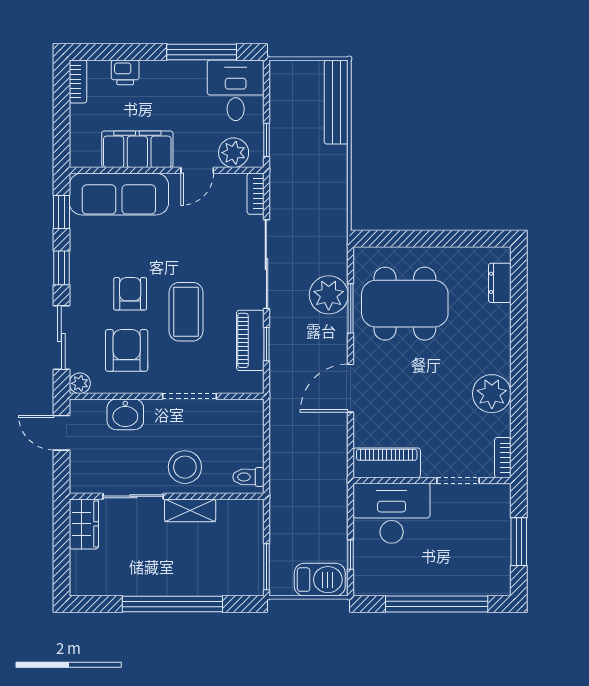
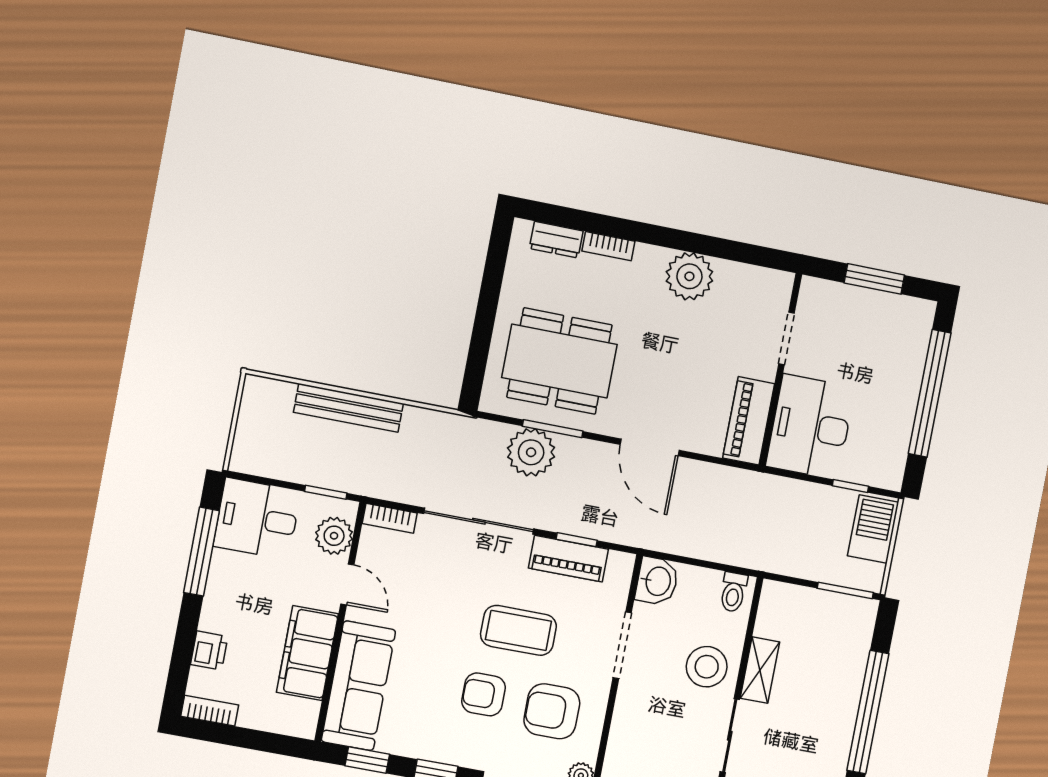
bench: (336, 102) -> (349, 408), moved
dining table: (405, 304) -> (559, 361), turned 90
washbasin: (125, 414) -> (657, 581), moved
bookcase: (503, 458) -> (608, 246), moved

